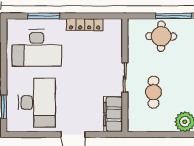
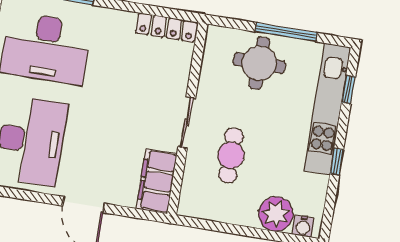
locker: (85, 24) -> (166, 27), moved

